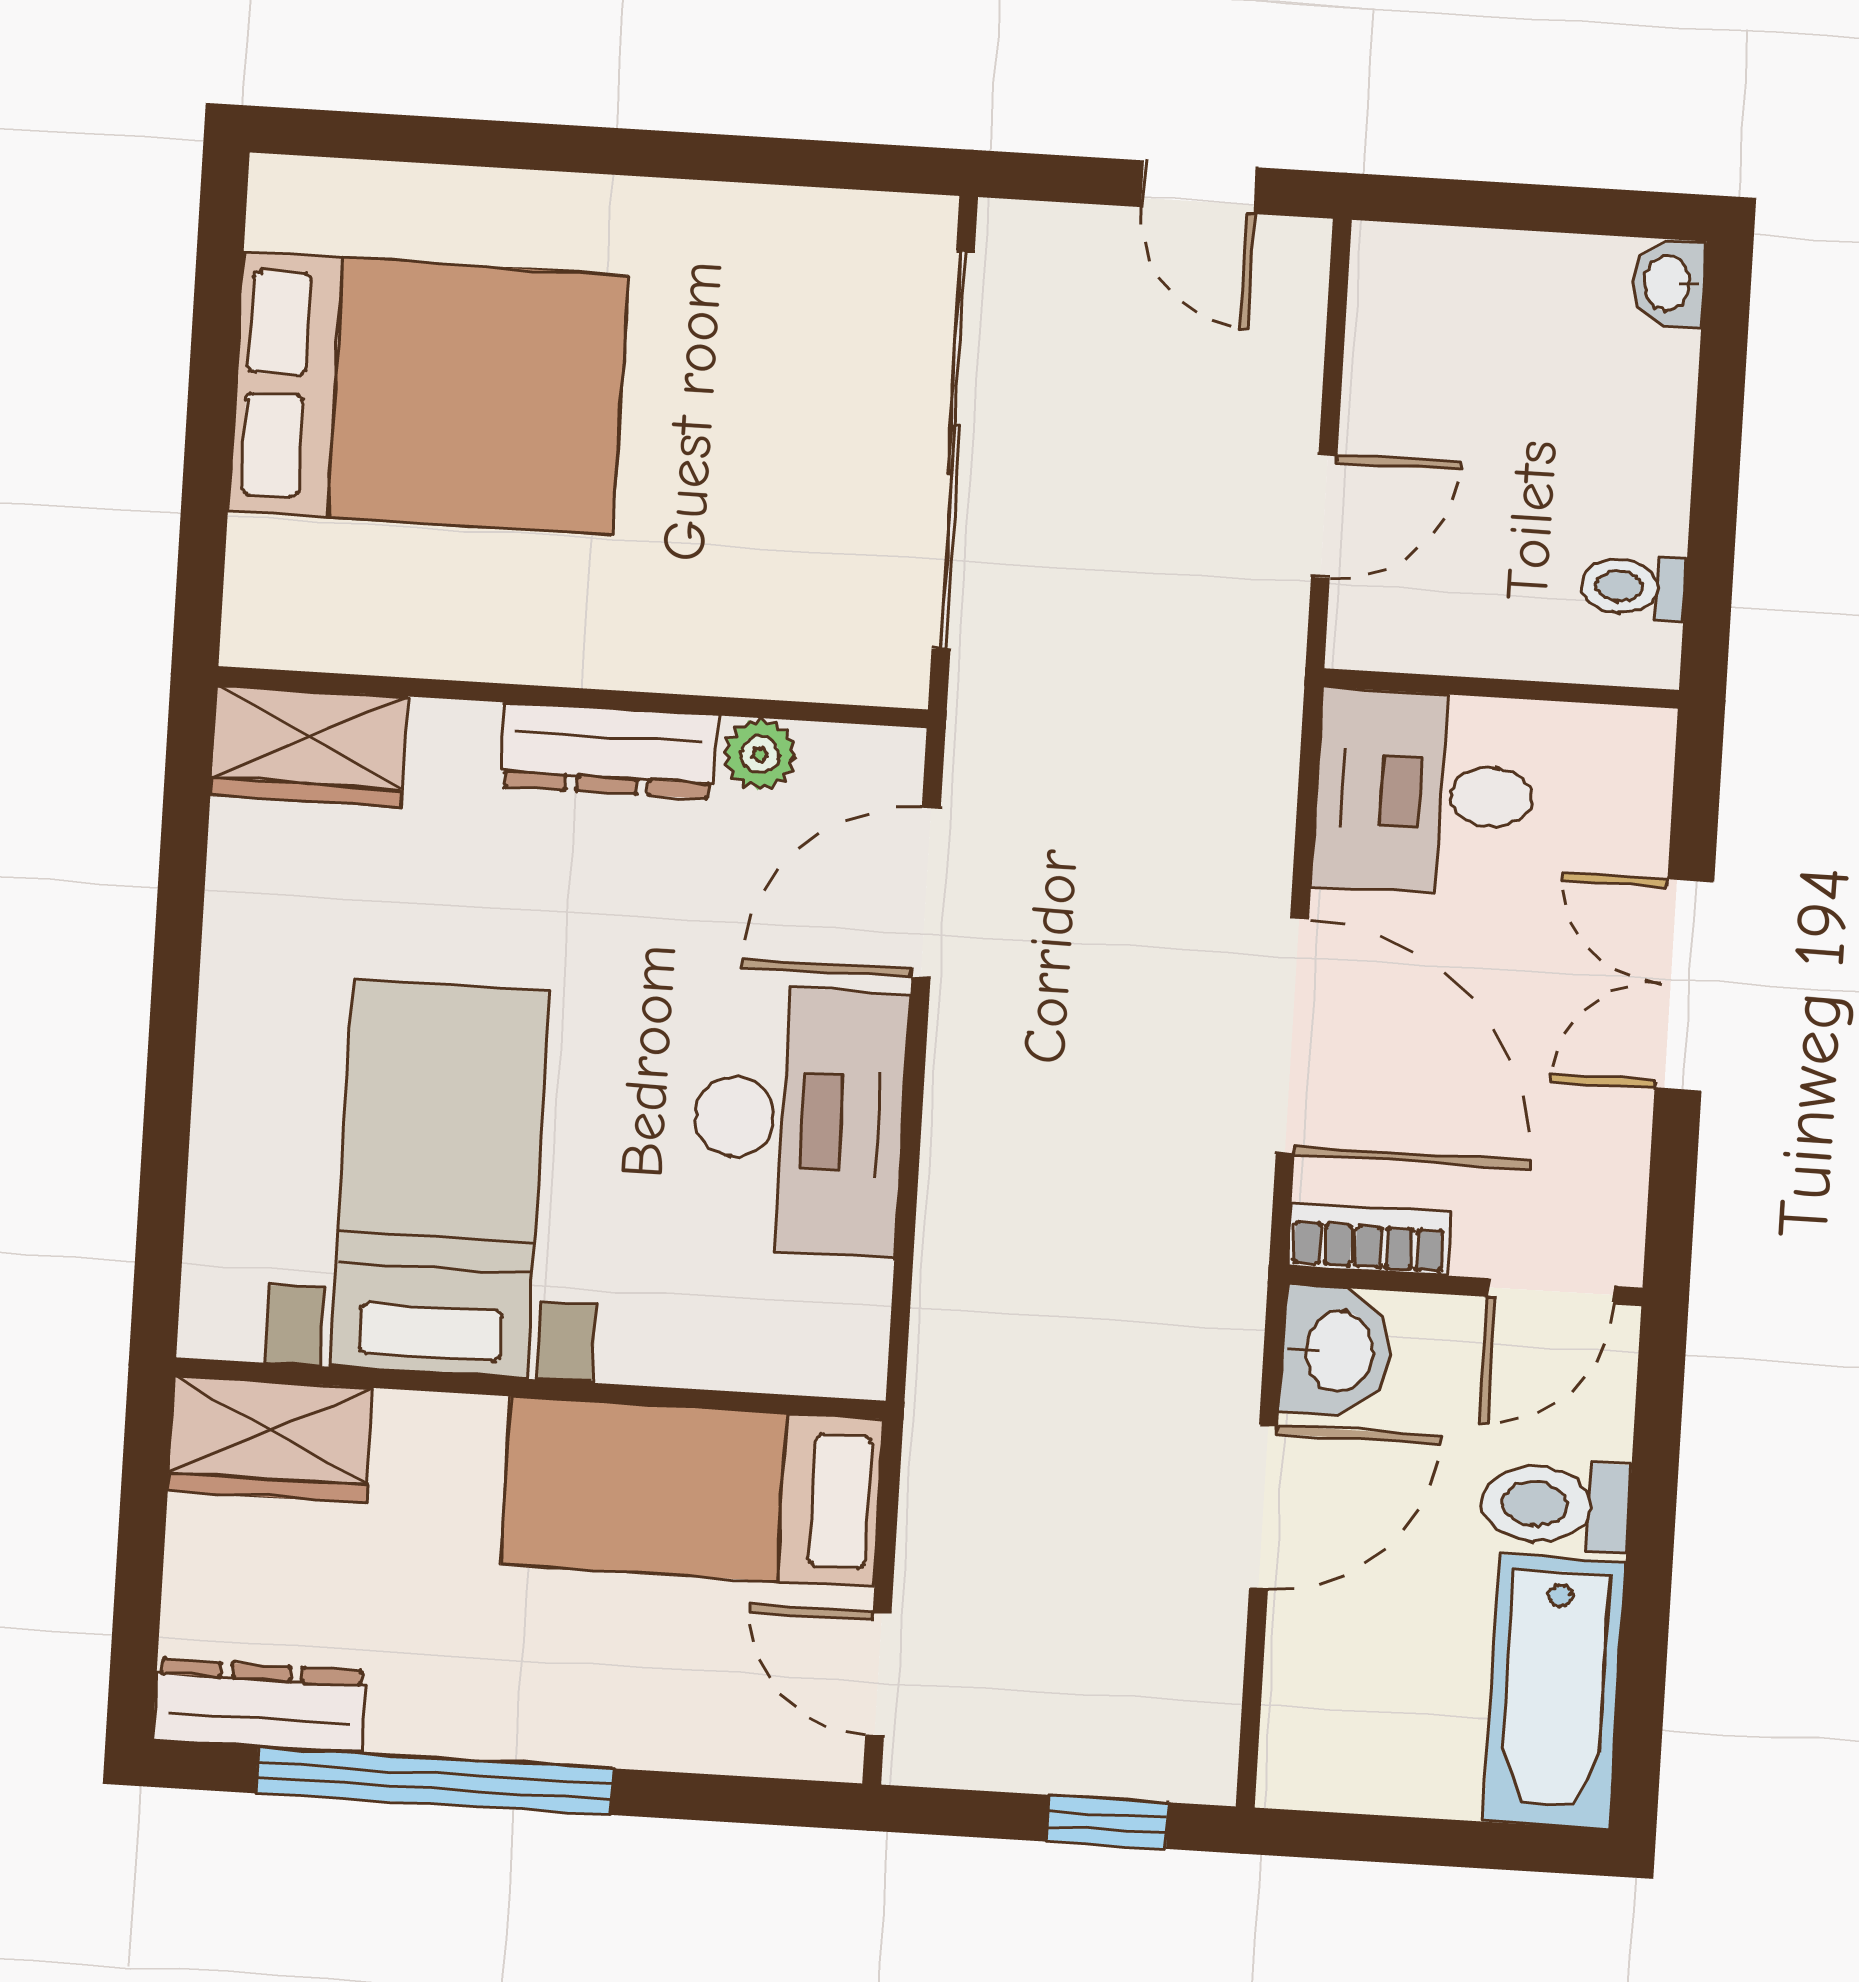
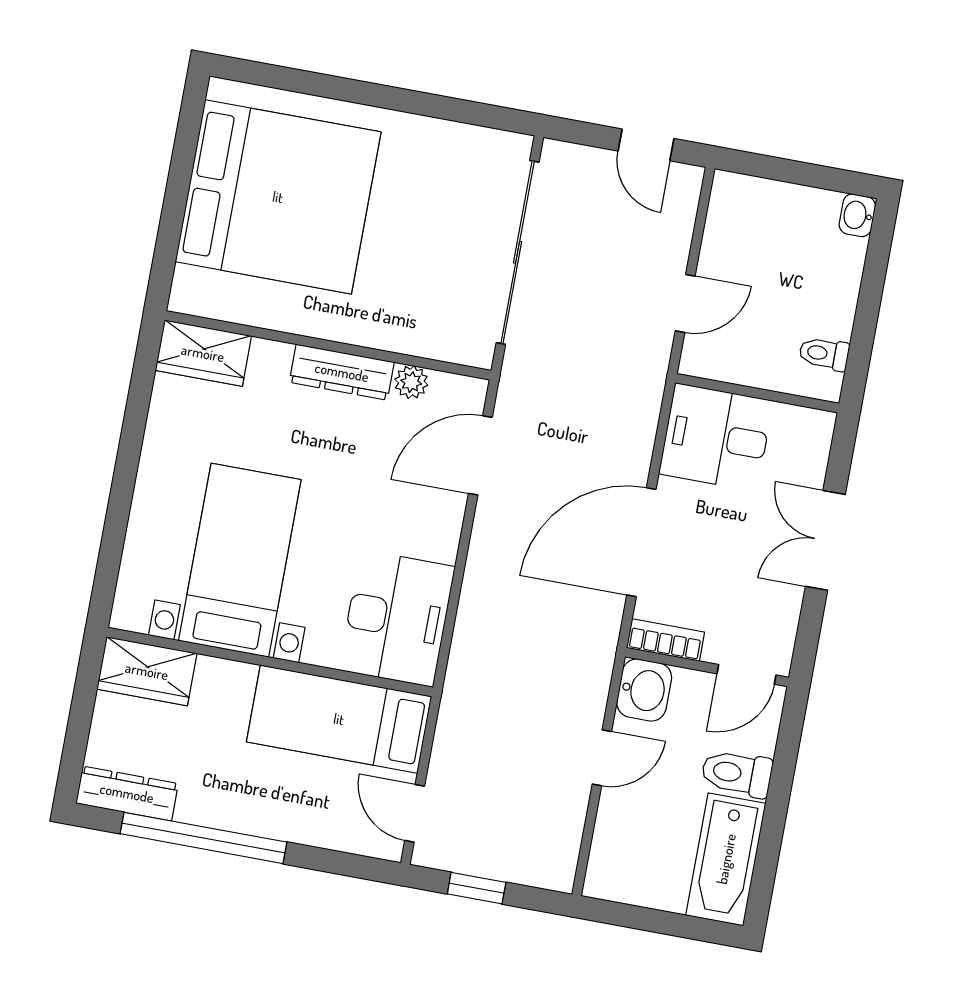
bed: (428, 393) -> (278, 197), width x1.36
door: (1292, 1036) -> (641, 542), swing flipped
desk: (799, 1120) -> (397, 618), moved
door: (1264, 1507) -> (602, 758), width x0.73
window: (1108, 1822) -> (477, 888), moved

